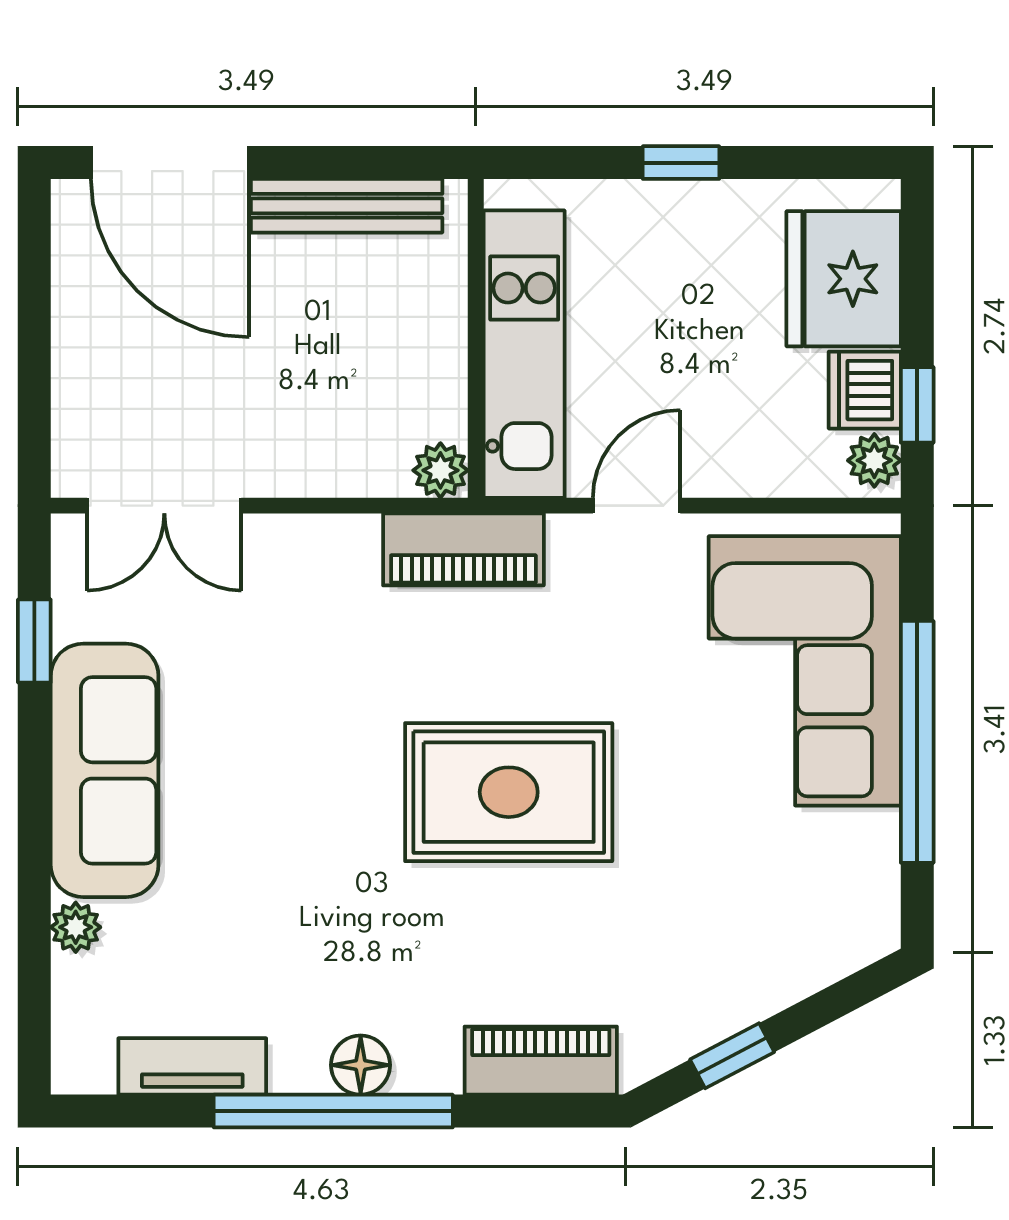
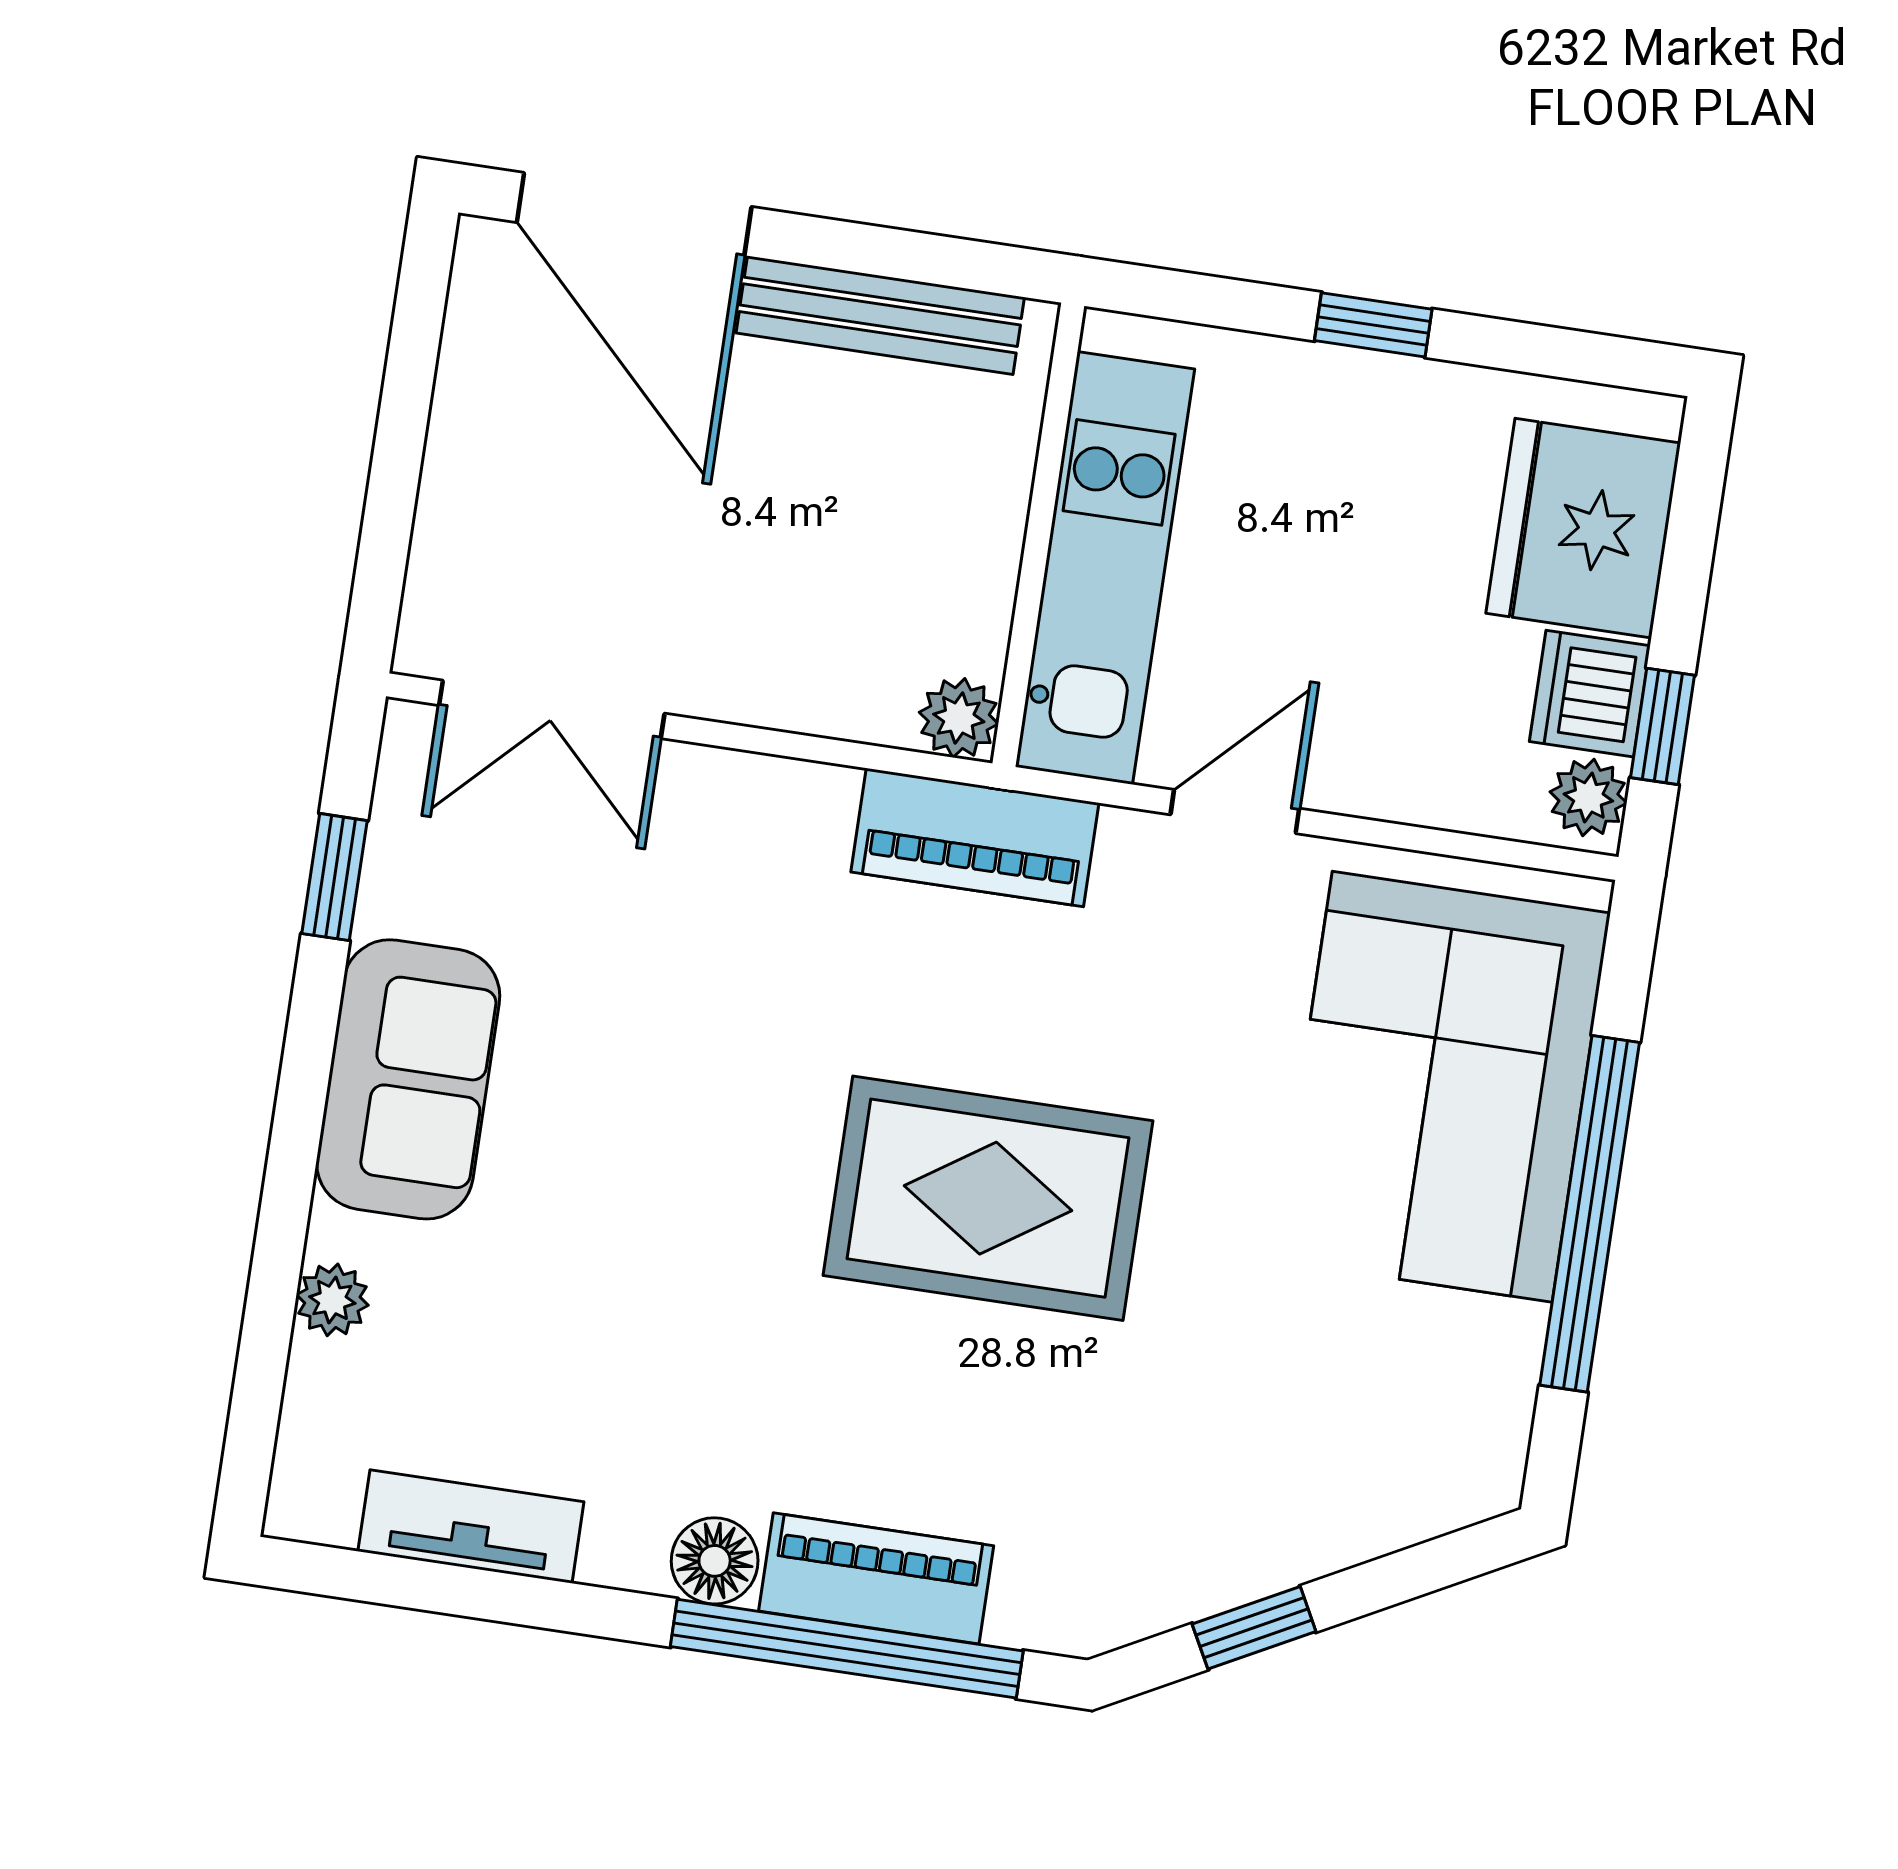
sofa: (105, 770) -> (408, 1079), width x0.73
piano: (541, 1061) -> (876, 1578), moved
window: (333, 1111) -> (847, 1649), moved

